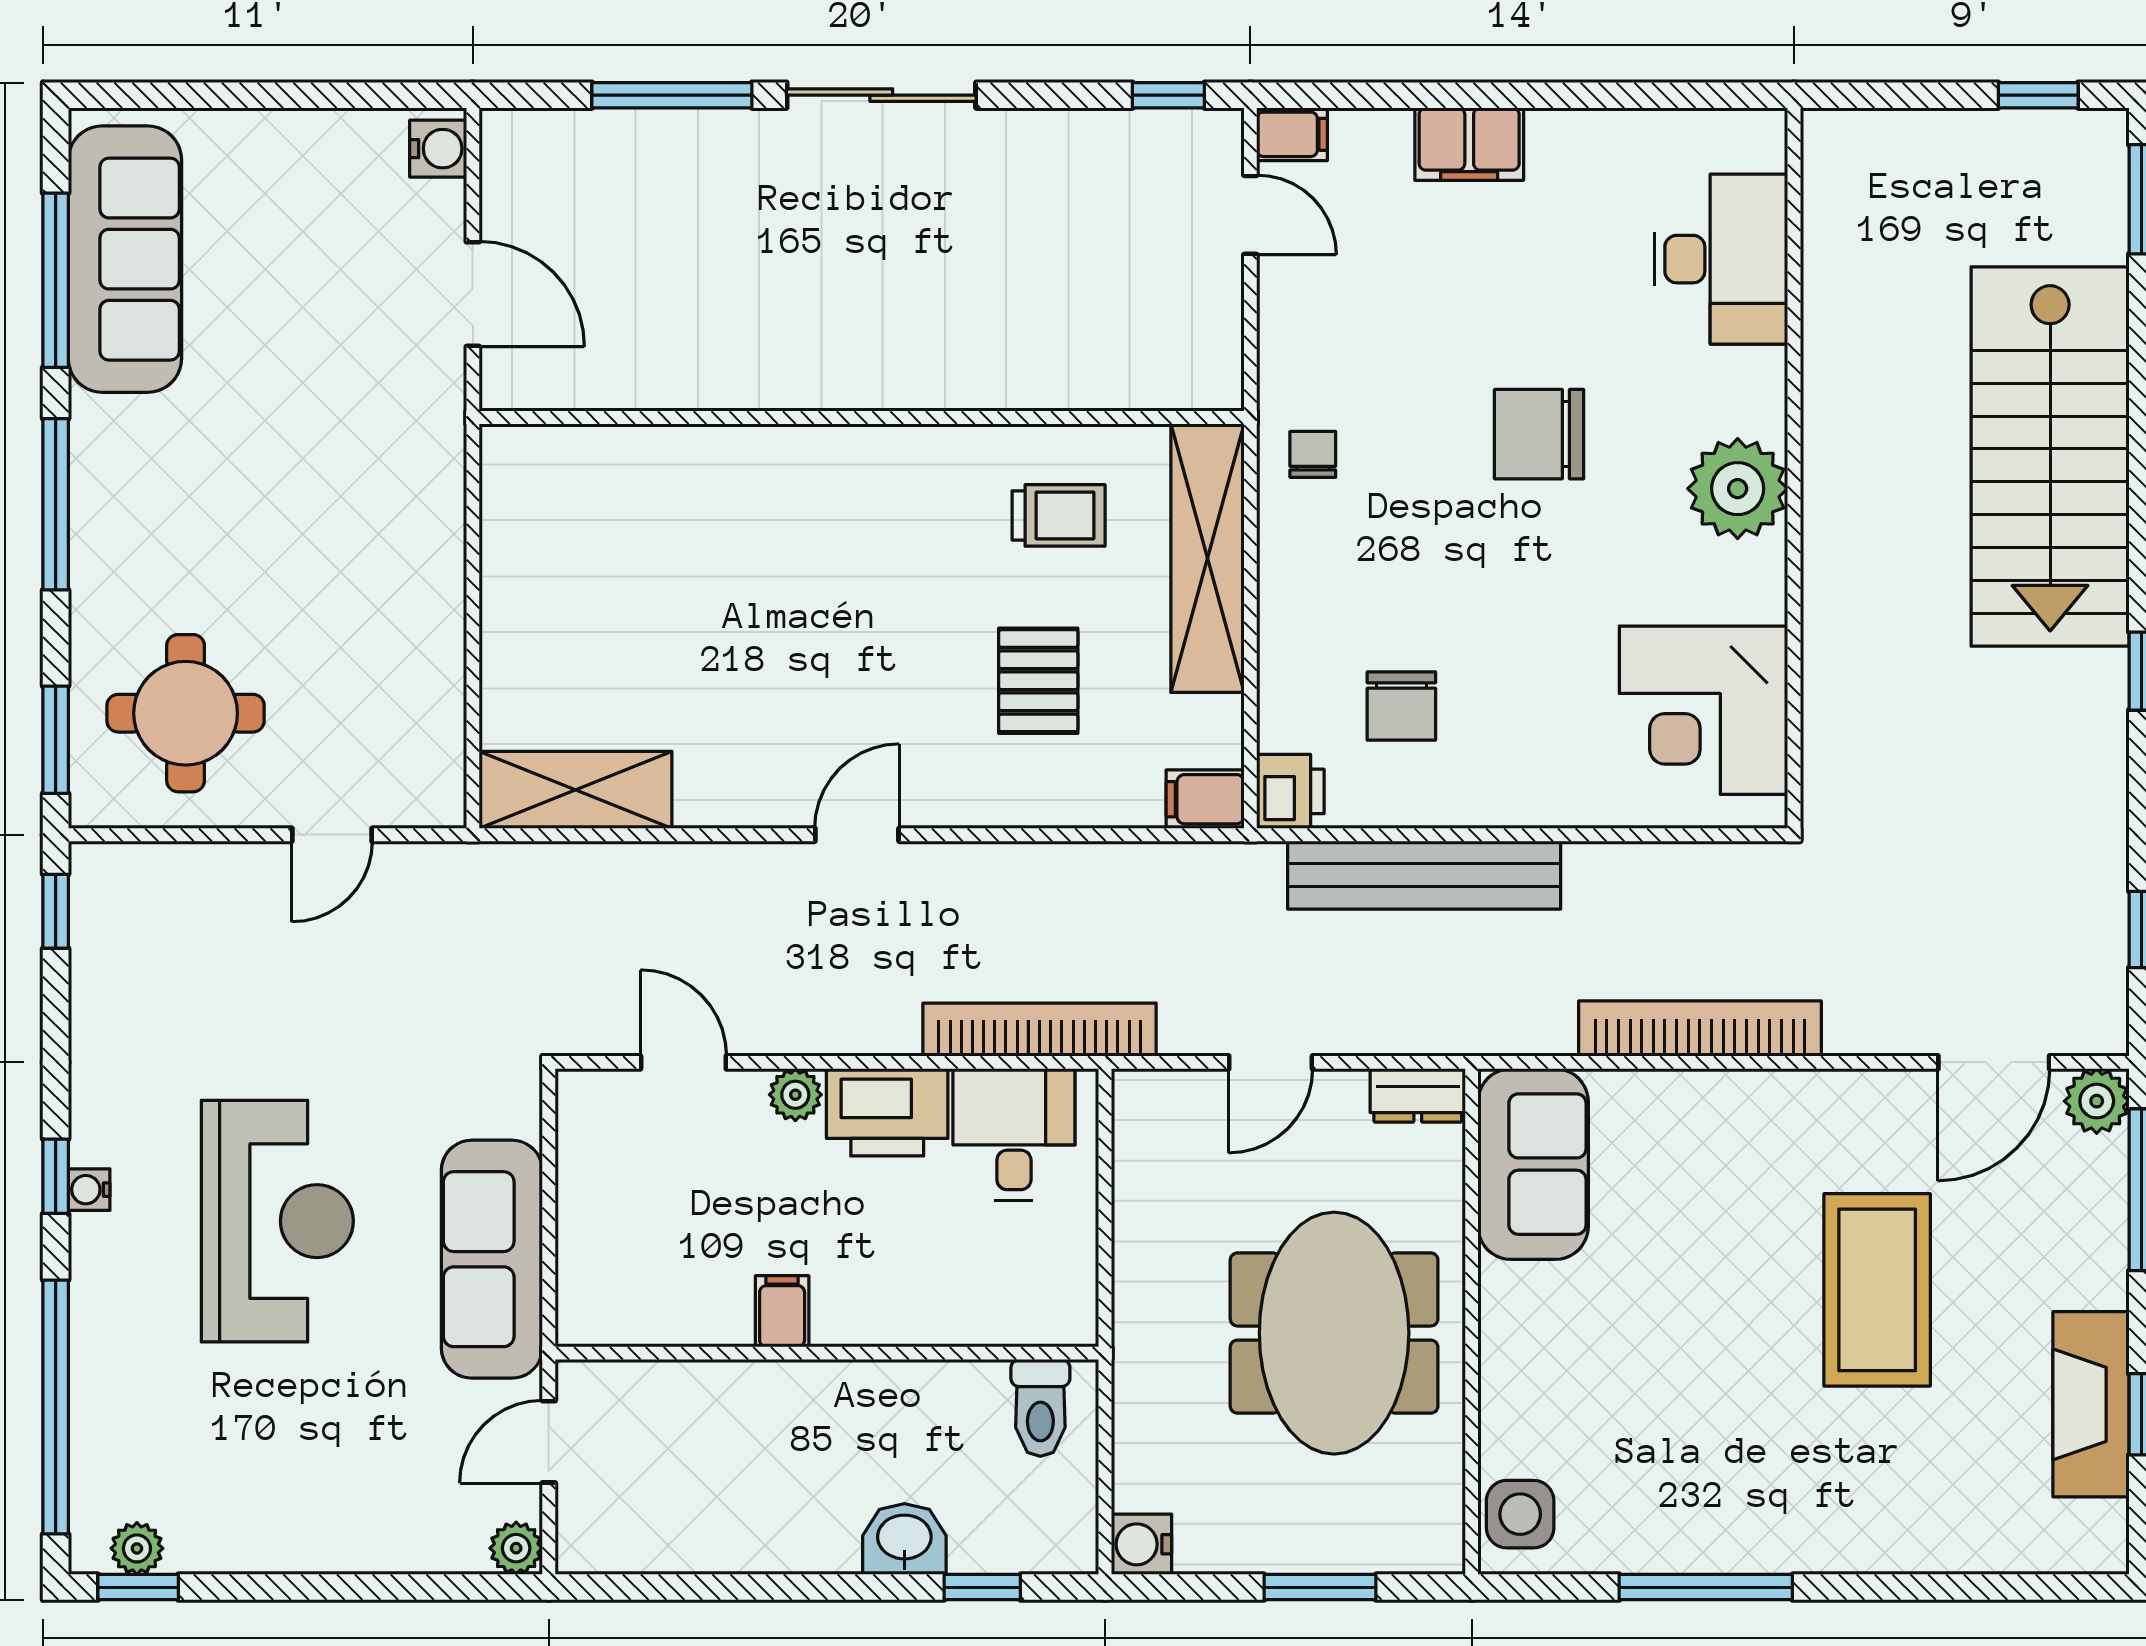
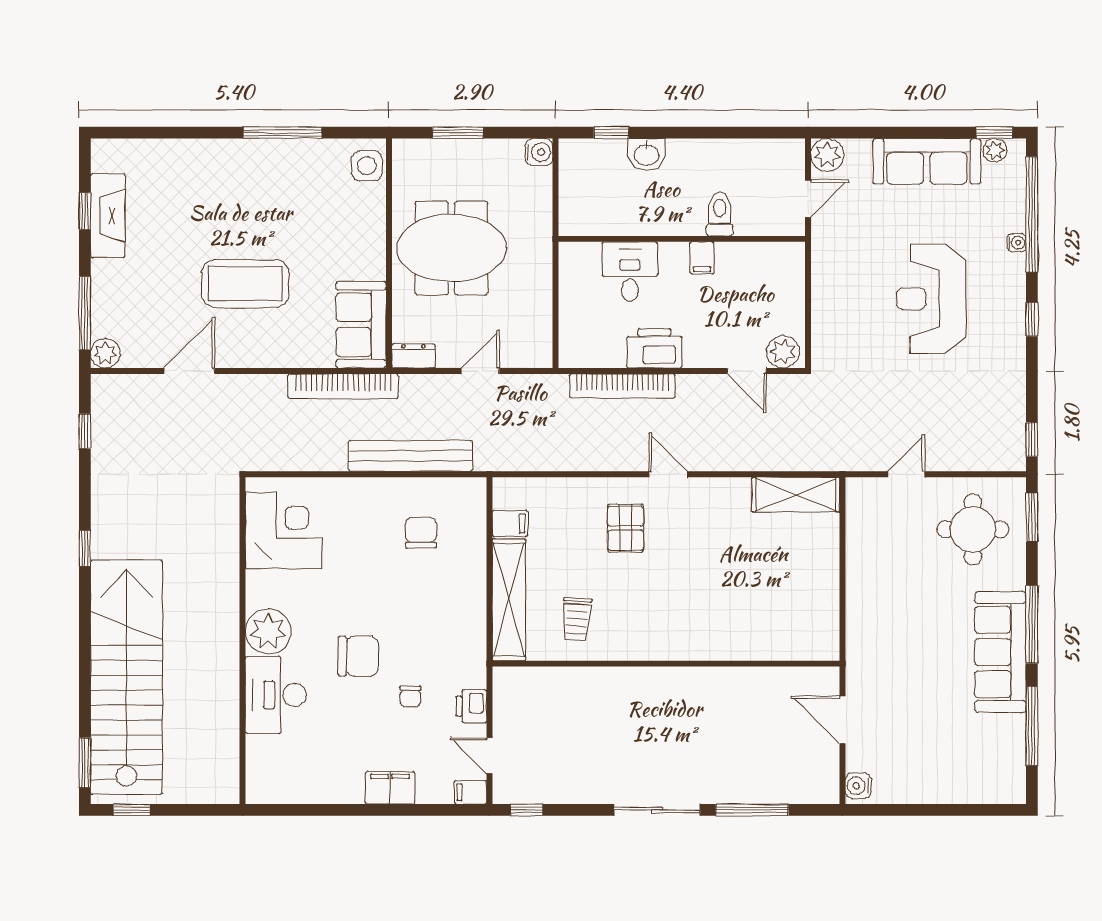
sofa: (125, 259) -> (1000, 652), moved
desk: (1721, 259) -> (276, 695), moved
chair: (1313, 454) -> (410, 696), moved
stairs: (2050, 456) -> (126, 677), width x1.36
trolley: (1059, 515) -> (577, 619), turned -86
pallet: (1038, 681) -> (626, 528), moved
printer: (1290, 791) -> (471, 706), moved
filing cabinet: (1205, 799) -> (510, 523), moved
door: (857, 835) -> (668, 474), swing flipped
bookcase: (1700, 1028) -> (343, 386), moved
bookcase: (1040, 1030) -> (622, 386), moved
door: (1994, 1062) -> (189, 371), moved
plant: (795, 1095) -> (783, 352), moved, width x1.38, depth x1.38
desk: (1014, 1134) -> (630, 272), moved, turned 180
water cooler: (89, 1190) -> (1017, 243), moved
sofa: (492, 1259) -> (927, 161), moved, turned 90
coffee table: (1877, 1290) -> (245, 284), moved, turned 90
meeting table: (1334, 1333) -> (451, 248), turned 90
toilet: (1040, 1408) -> (720, 214), moved
plant: (516, 1548) -> (827, 155), width x1.38, depth x1.38

